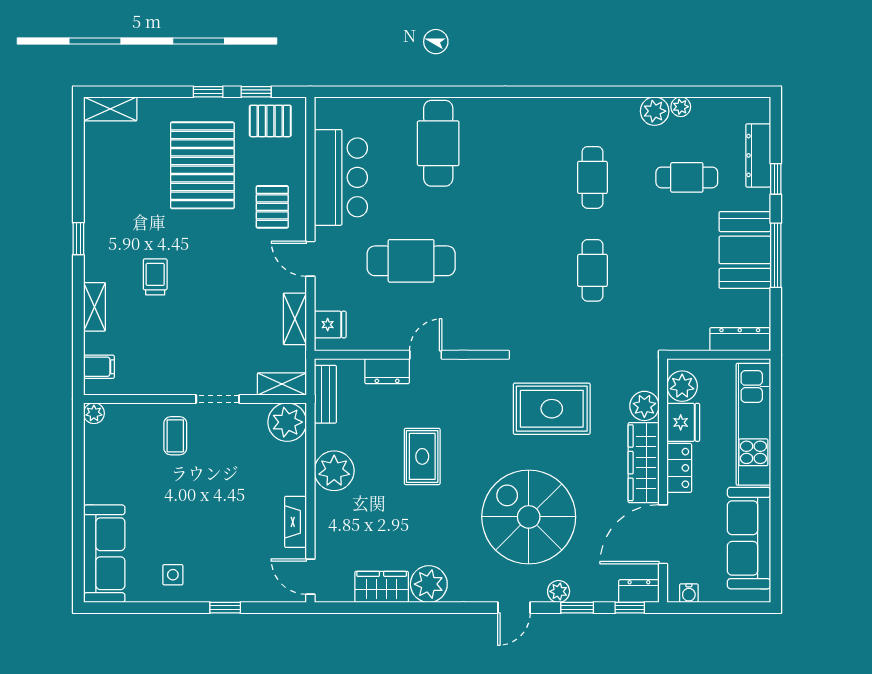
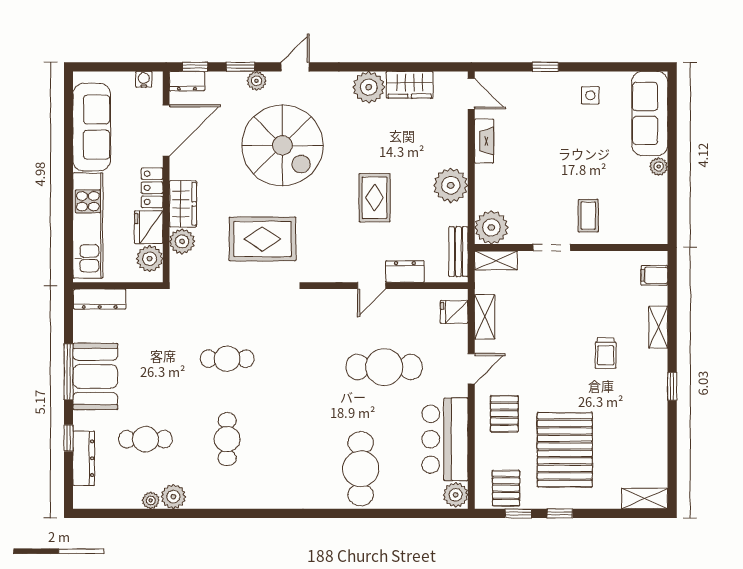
plant: (329, 113) -> (456, 495), added
pallet: (270, 121) -> (506, 488), turned 90
door: (310, 259) -> (471, 369), hinge flipped
cafe table: (592, 270) -> (227, 359), turned 90
plant: (94, 413) -> (659, 167), moved
wardrobe: (644, 463) -> (183, 204), width x0.67

